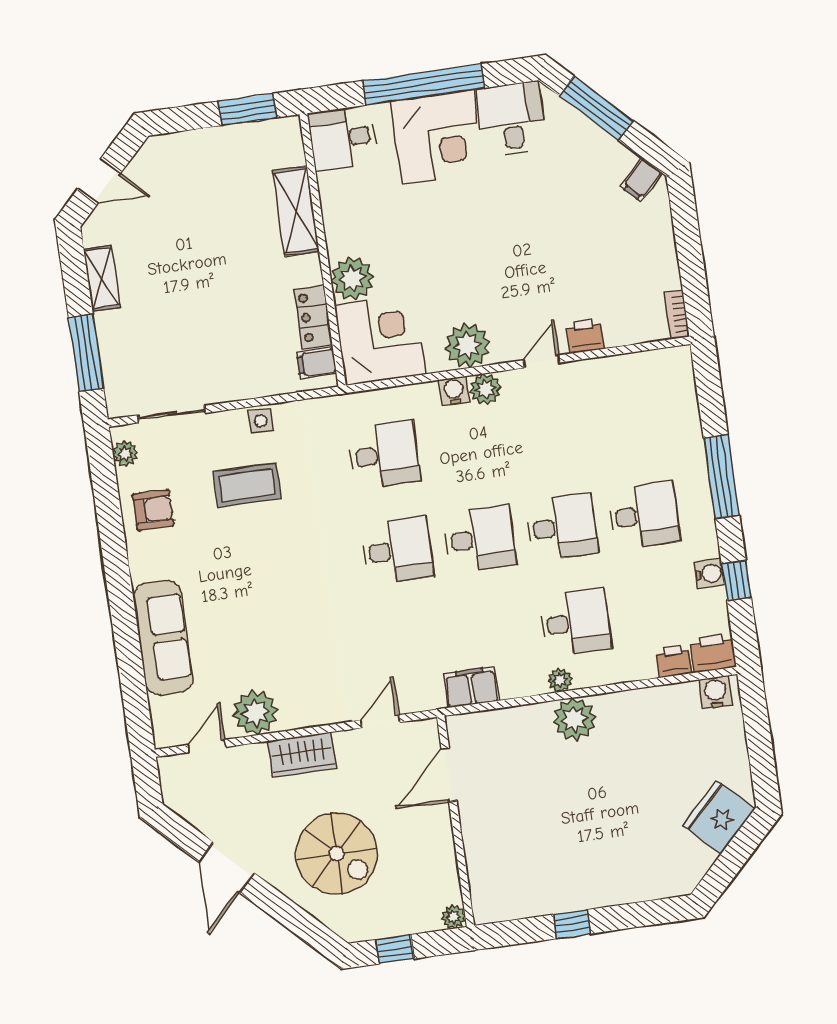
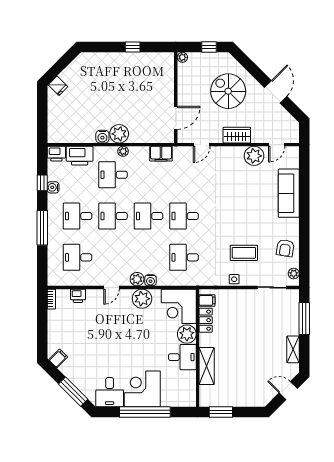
desk: (343, 138) -> (182, 357), moved
printer: (585, 336) -> (78, 296), moved
desk: (630, 420) -> (77, 257), added
armchair: (153, 510) -> (285, 248), turned -81
printer: (674, 661) -> (80, 156), width x1.87, depth x1.48
water cooler: (716, 692) -> (102, 137), moved
fridge: (719, 817) -> (58, 86), width x0.53, depth x0.75

